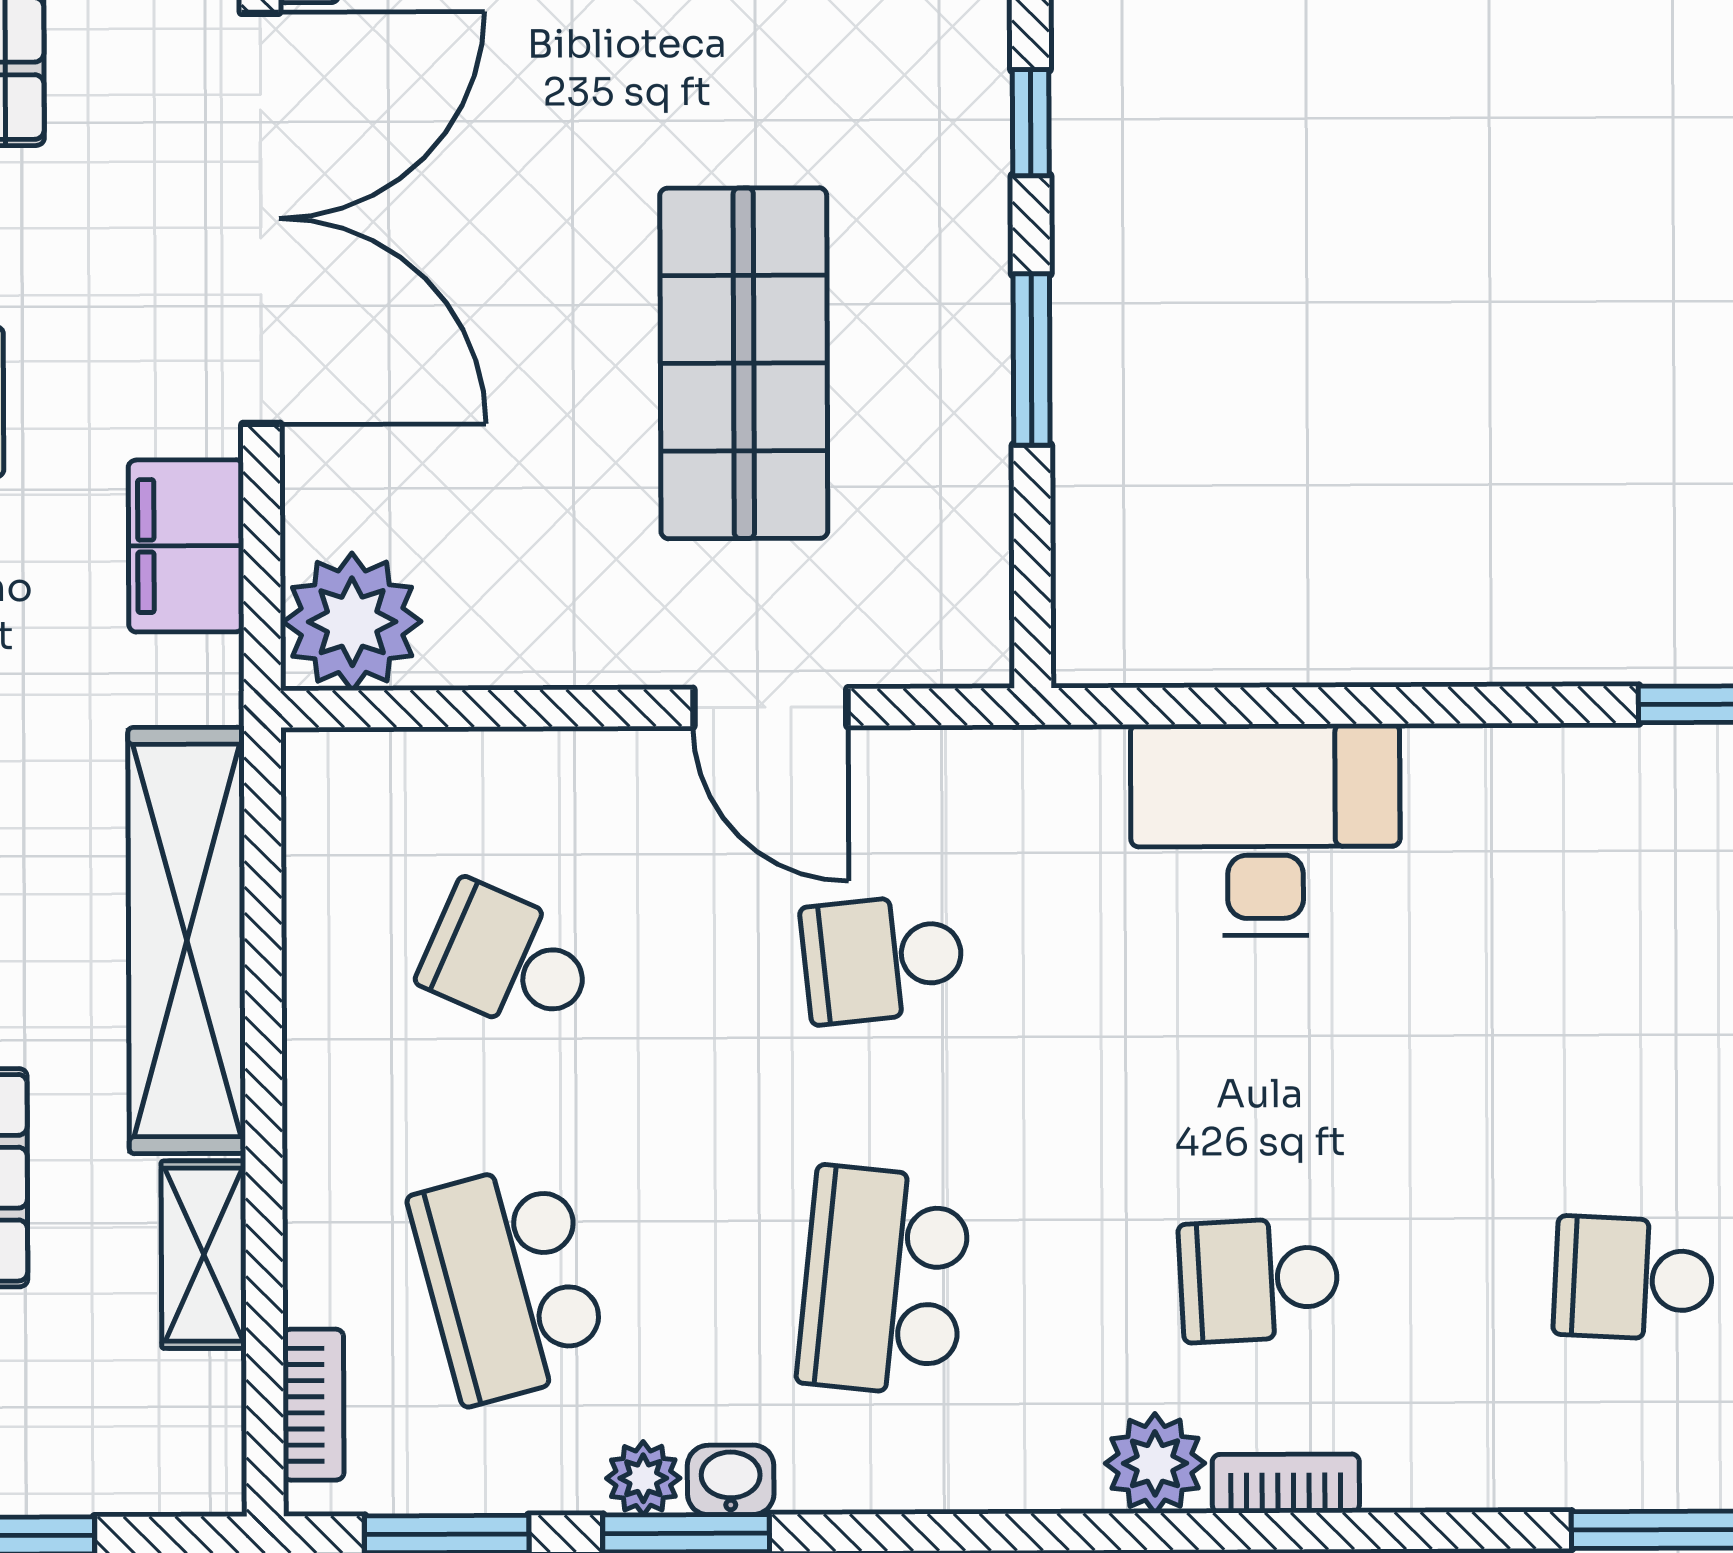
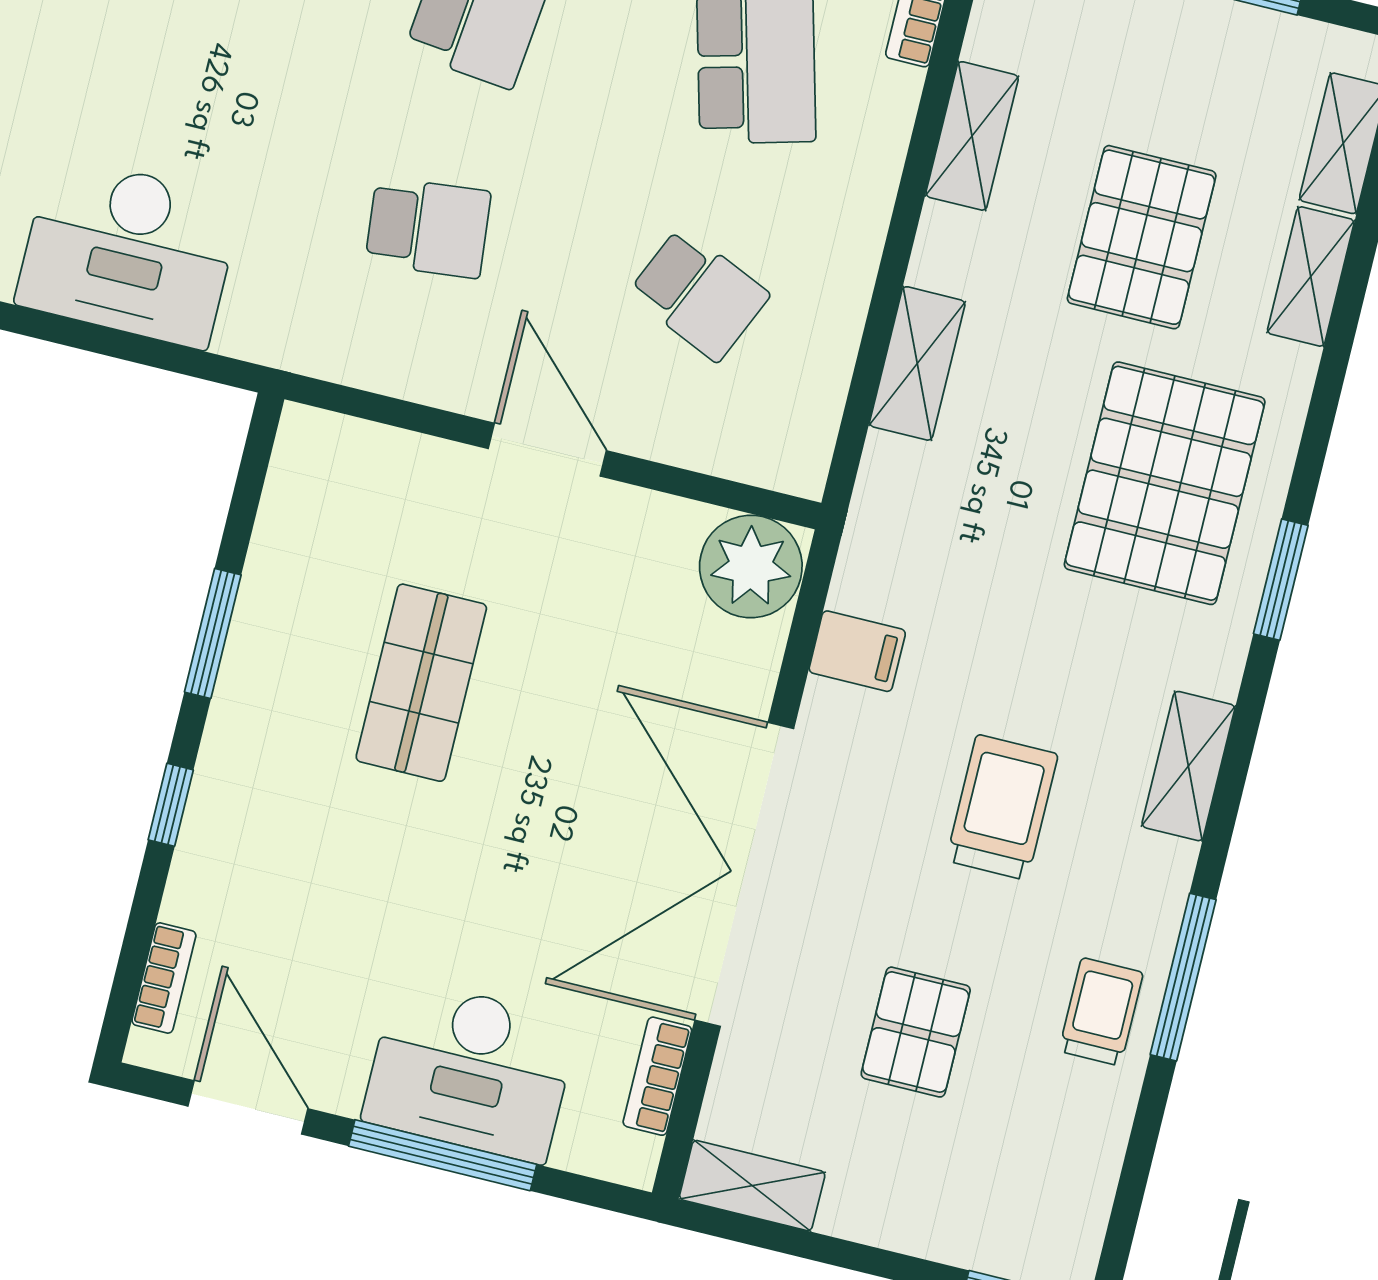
shop shelf: (744, 363) -> (421, 683), width x0.70, depth x0.74
filing cabinet: (186, 546) -> (857, 651), width x0.50
door: (770, 707) -> (547, 450), moved
shelving: (187, 940) -> (917, 363), width x0.45, depth x0.75

